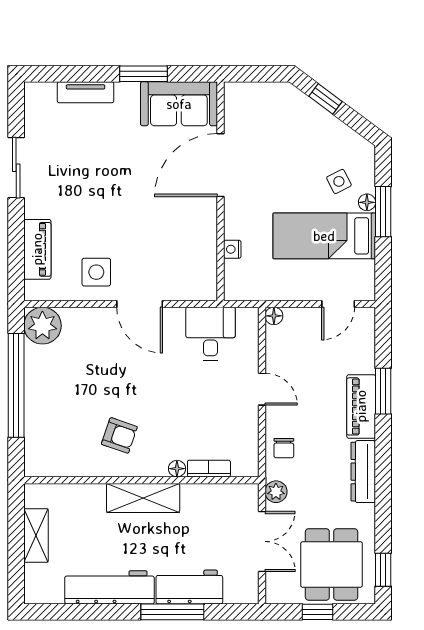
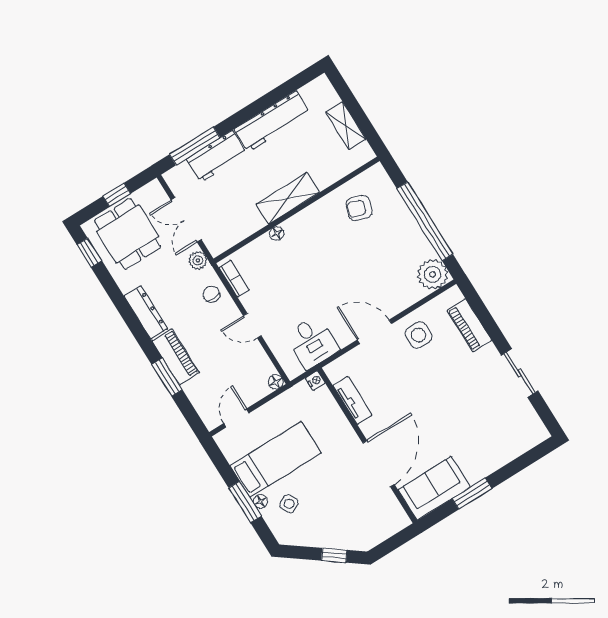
tv unit: (86, 92) -> (352, 400), moved, turned 90
nightstand: (232, 249) -> (315, 381), moved
armchair: (119, 435) -> (359, 208), moved
bookcase: (209, 469) -> (234, 279), moved, turned -90
window: (172, 612) -> (195, 146), moved

